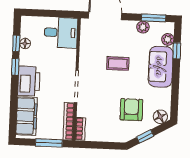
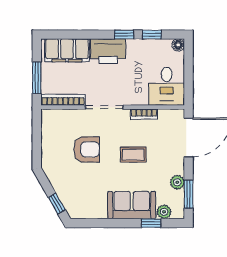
floor lamp: (25, 43) -> (178, 45), moved
coffee table: (118, 64) -> (133, 155), turned 90
armchair: (131, 110) -> (87, 149), moved
floor lamp: (160, 117) -> (73, 207), removed
bookcase: (80, 129) -> (144, 114), moved
window: (145, 136) -> (57, 203), moved

